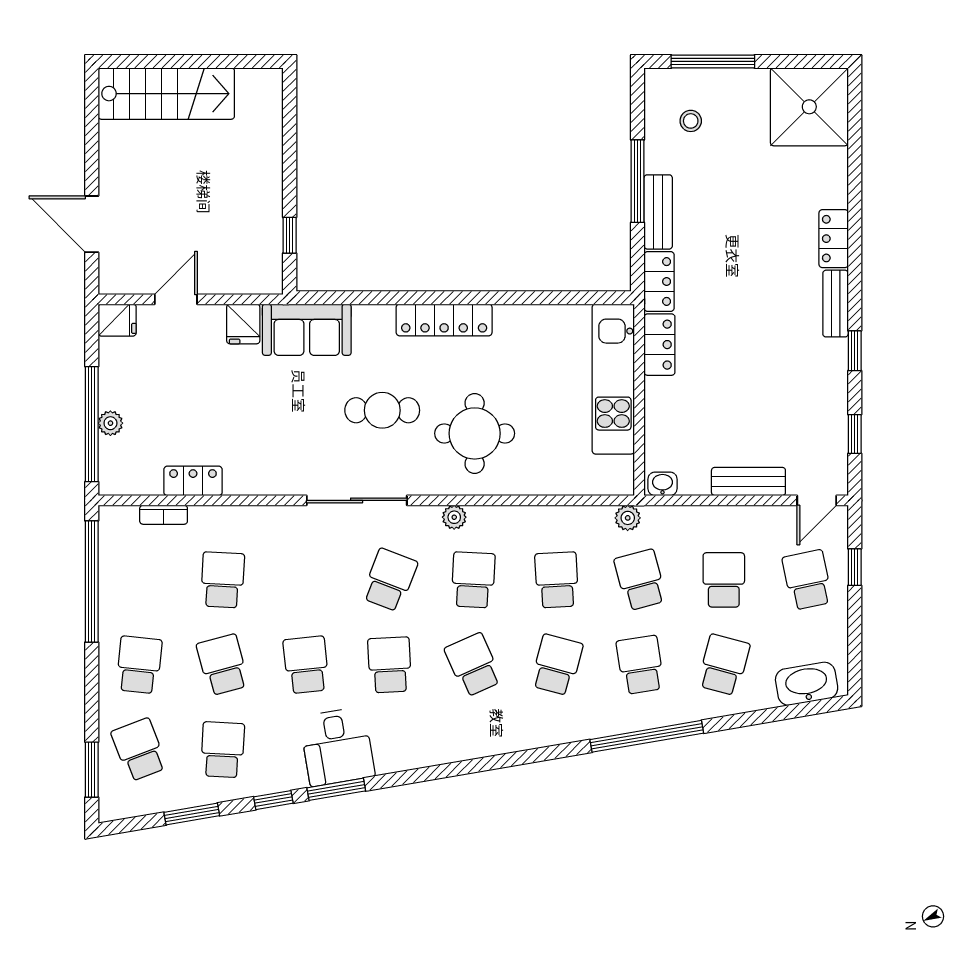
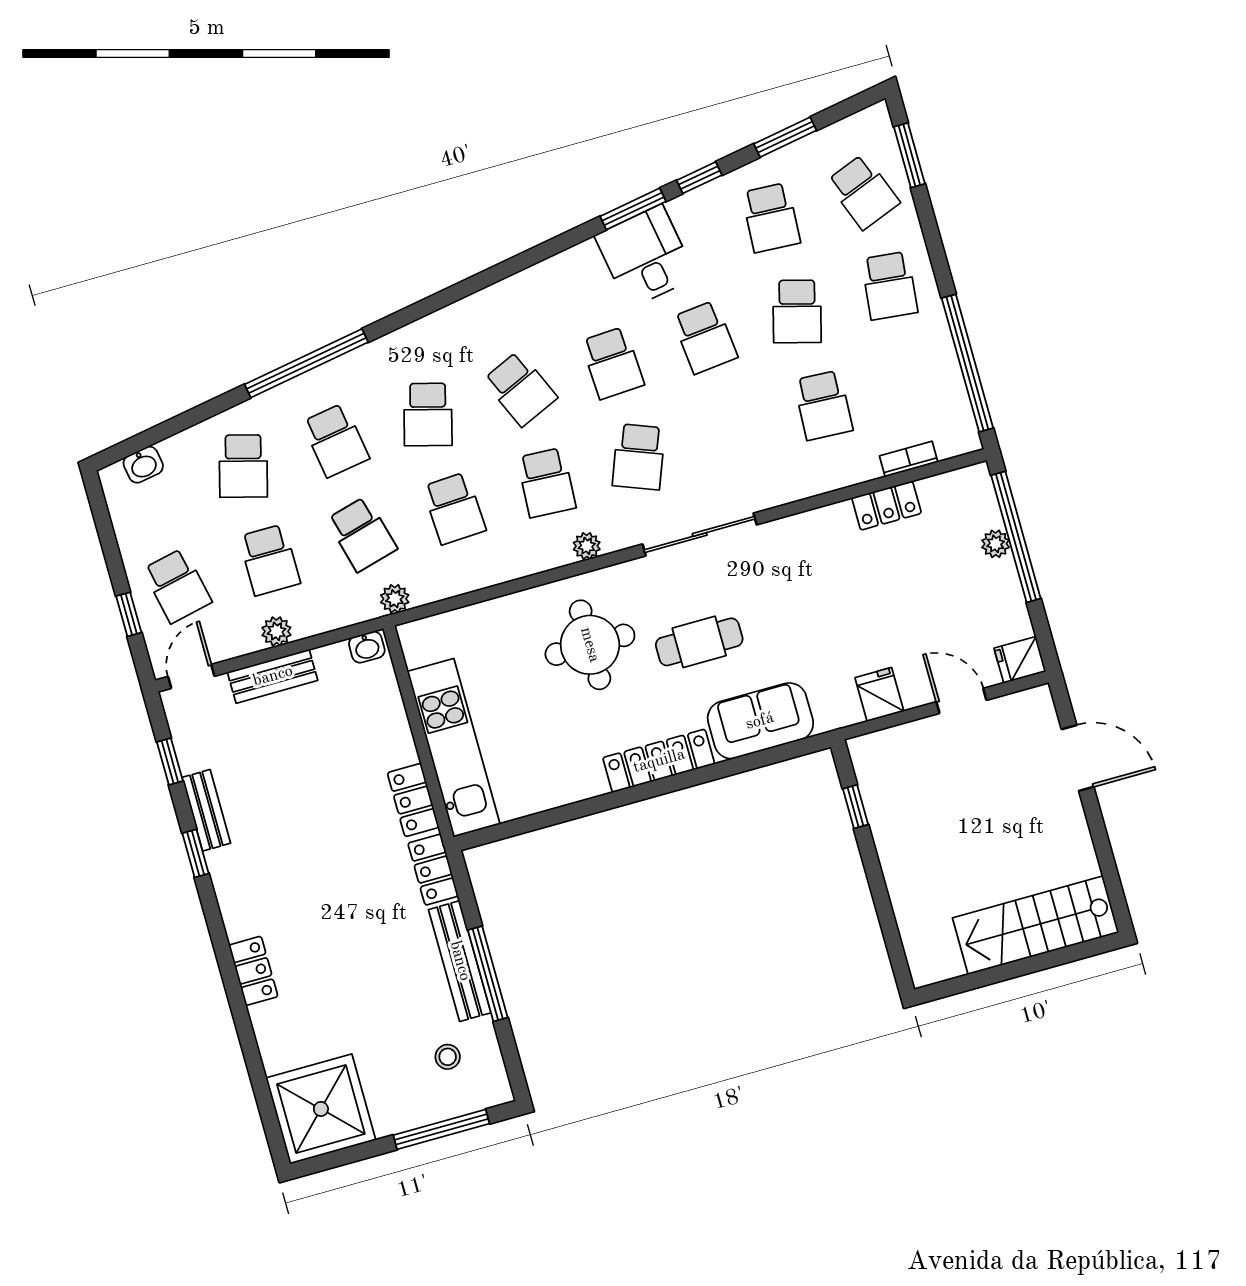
bench: (658, 212) -> (460, 961), width x1.36
door: (176, 299) -> (961, 701), swing flipped
bench: (836, 304) -> (206, 810), moved
sofa: (307, 330) -> (760, 721), moved
plant: (735, 518) -> (276, 631), added
school desk: (223, 665) -> (797, 311), turned 30
washbasin: (807, 684) -> (143, 465), width x0.52, depth x0.69

